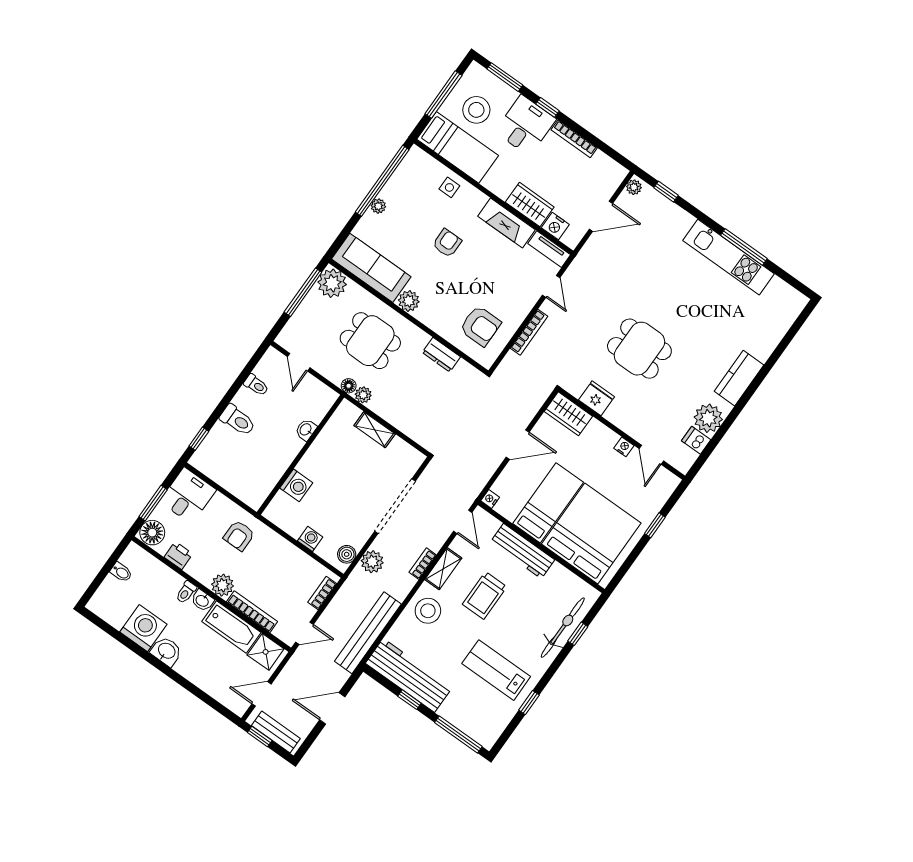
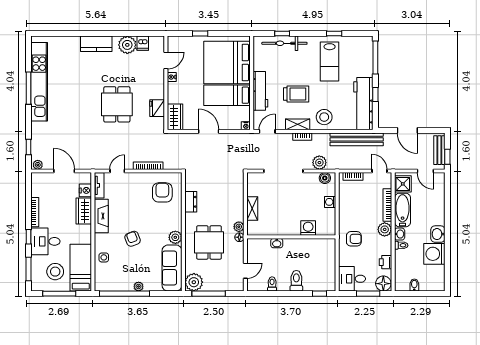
armchair: (447, 243) -> (133, 239), turned 69
kitchen unit: (728, 257) -> (39, 82), width x1.36

